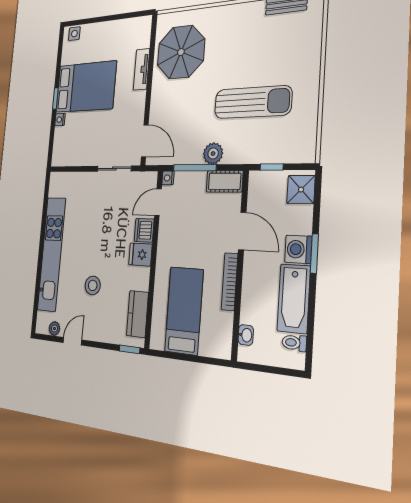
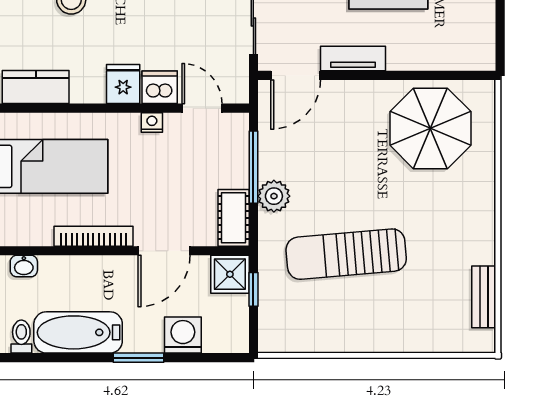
tv unit: (142, 69) -> (353, 59), moved
sun lounger: (253, 102) -> (346, 254), turned 85
nightstand: (168, 178) -> (152, 122), moved
shower: (301, 190) -> (230, 274), moved
washing machine: (298, 249) -> (183, 335), moved

